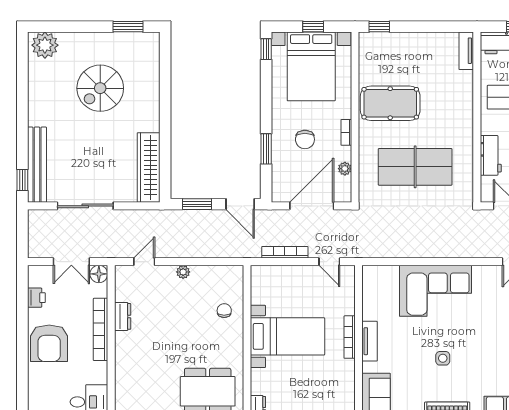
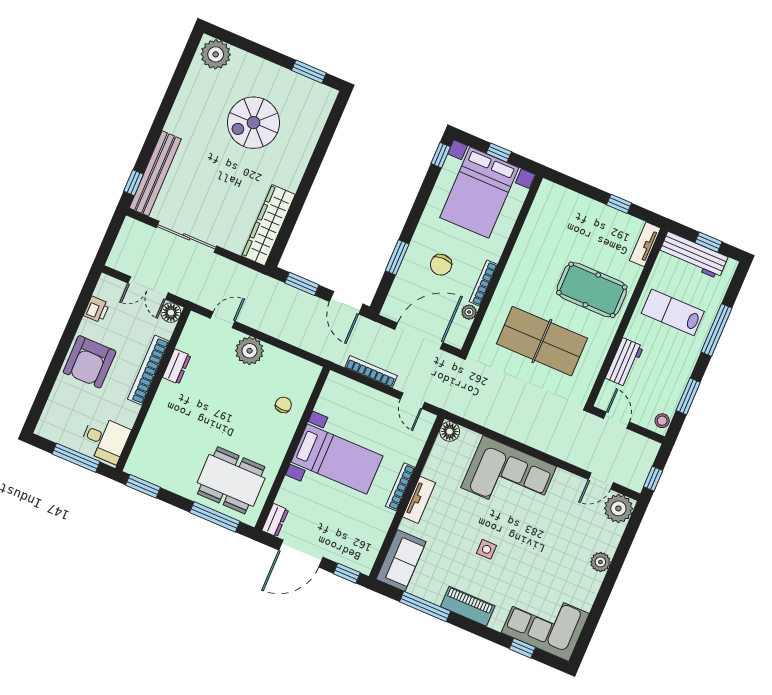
window: (379, 27) -> (619, 204), moved
pool table: (390, 103) -> (592, 290), moved
bookcase: (346, 132) -> (483, 283), width x1.56
plant: (183, 272) -> (250, 351), width x1.88, depth x1.88
floor lamp: (371, 274) -> (450, 431), added

